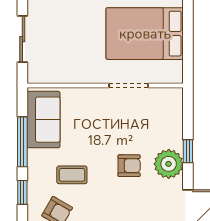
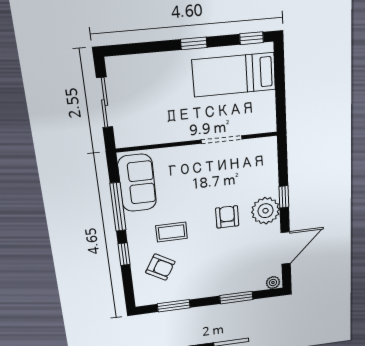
bed: (145, 34) -> (234, 75), width x0.67
armchair: (129, 166) -> (227, 217), turned -90

